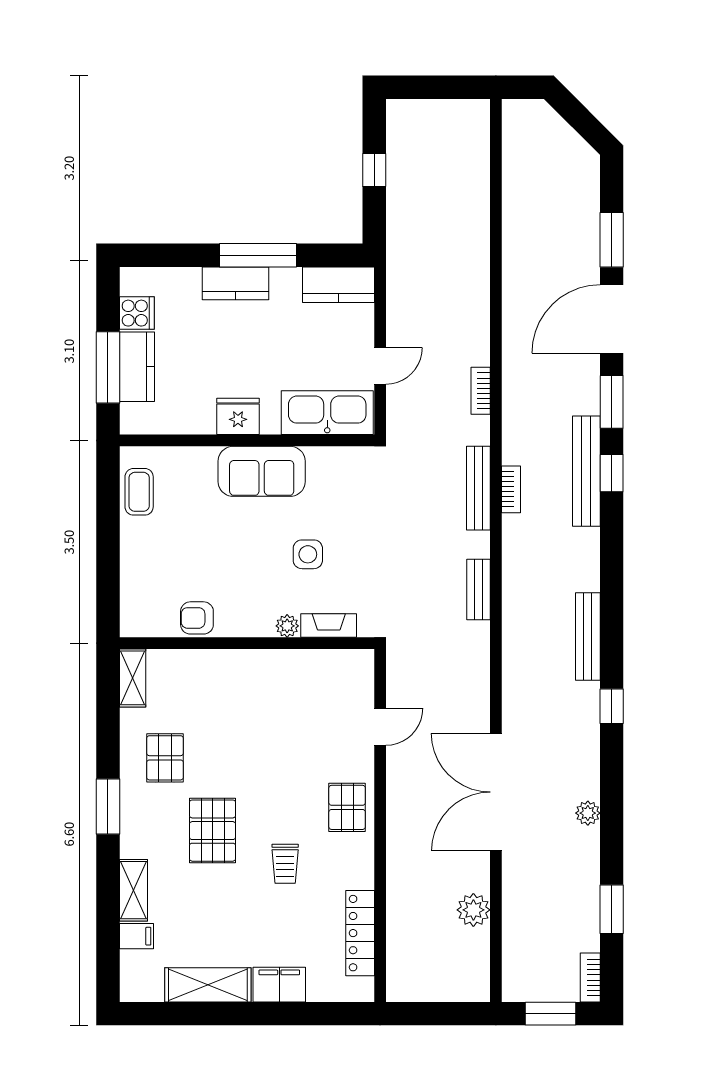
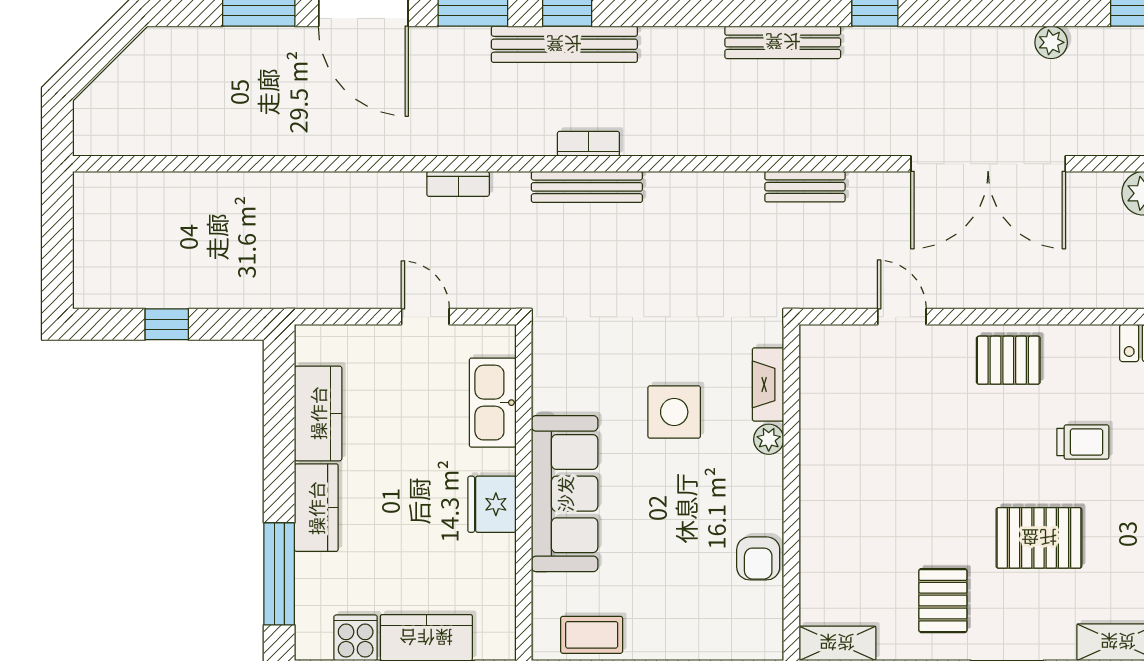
window: (258, 255) -> (279, 574), moved
kitchen counter: (338, 285) -> (318, 413), moved
kitchen sink: (327, 413) -> (493, 403), width x0.73, depth x0.81
sofa: (262, 471) -> (565, 494), width x1.36
side table: (308, 554) -> (674, 412), width x1.37, depth x1.37
bench: (478, 590) -> (805, 187), moved
pallet: (165, 758) -> (943, 601), turned 90
plant: (588, 813) -> (1051, 42), moved

